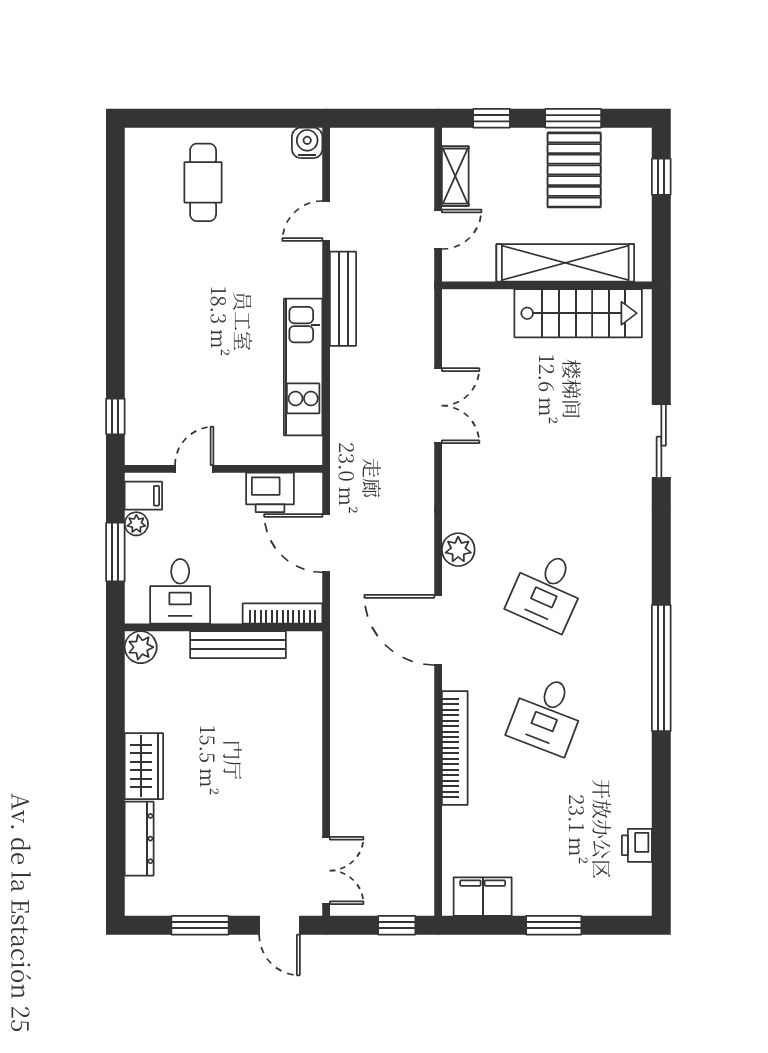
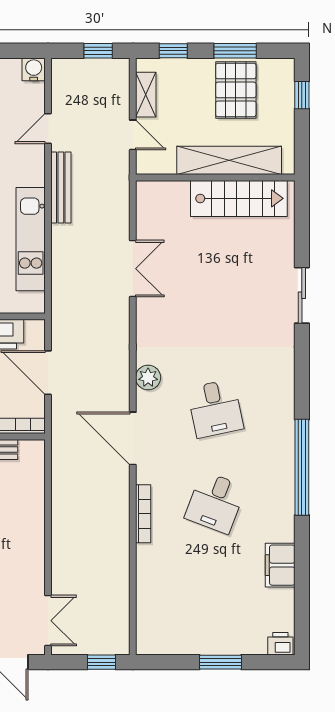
window: (392, 118) -> (98, 51), added
door: (438, 229) -> (133, 135), hinge flipped
desk: (547, 591) -> (215, 408), turned -36
bookcase: (455, 748) -> (143, 514), width x0.68, depth x0.76
printer: (637, 845) -> (280, 644), moved, turned 90
filing cabinet: (483, 897) -> (280, 565), moved, turned -90

